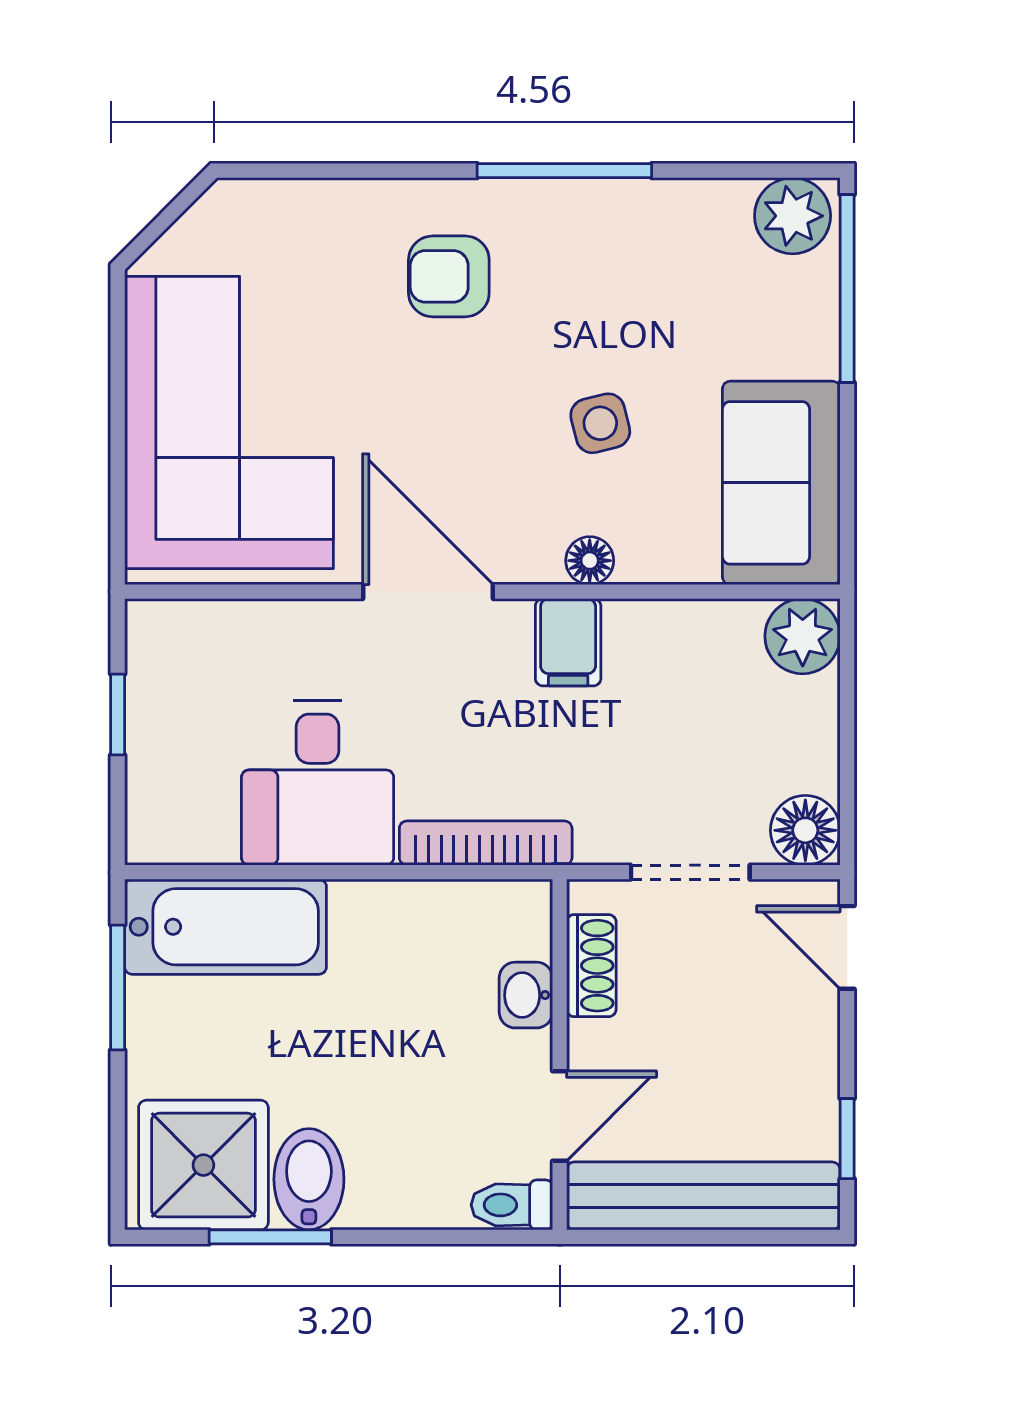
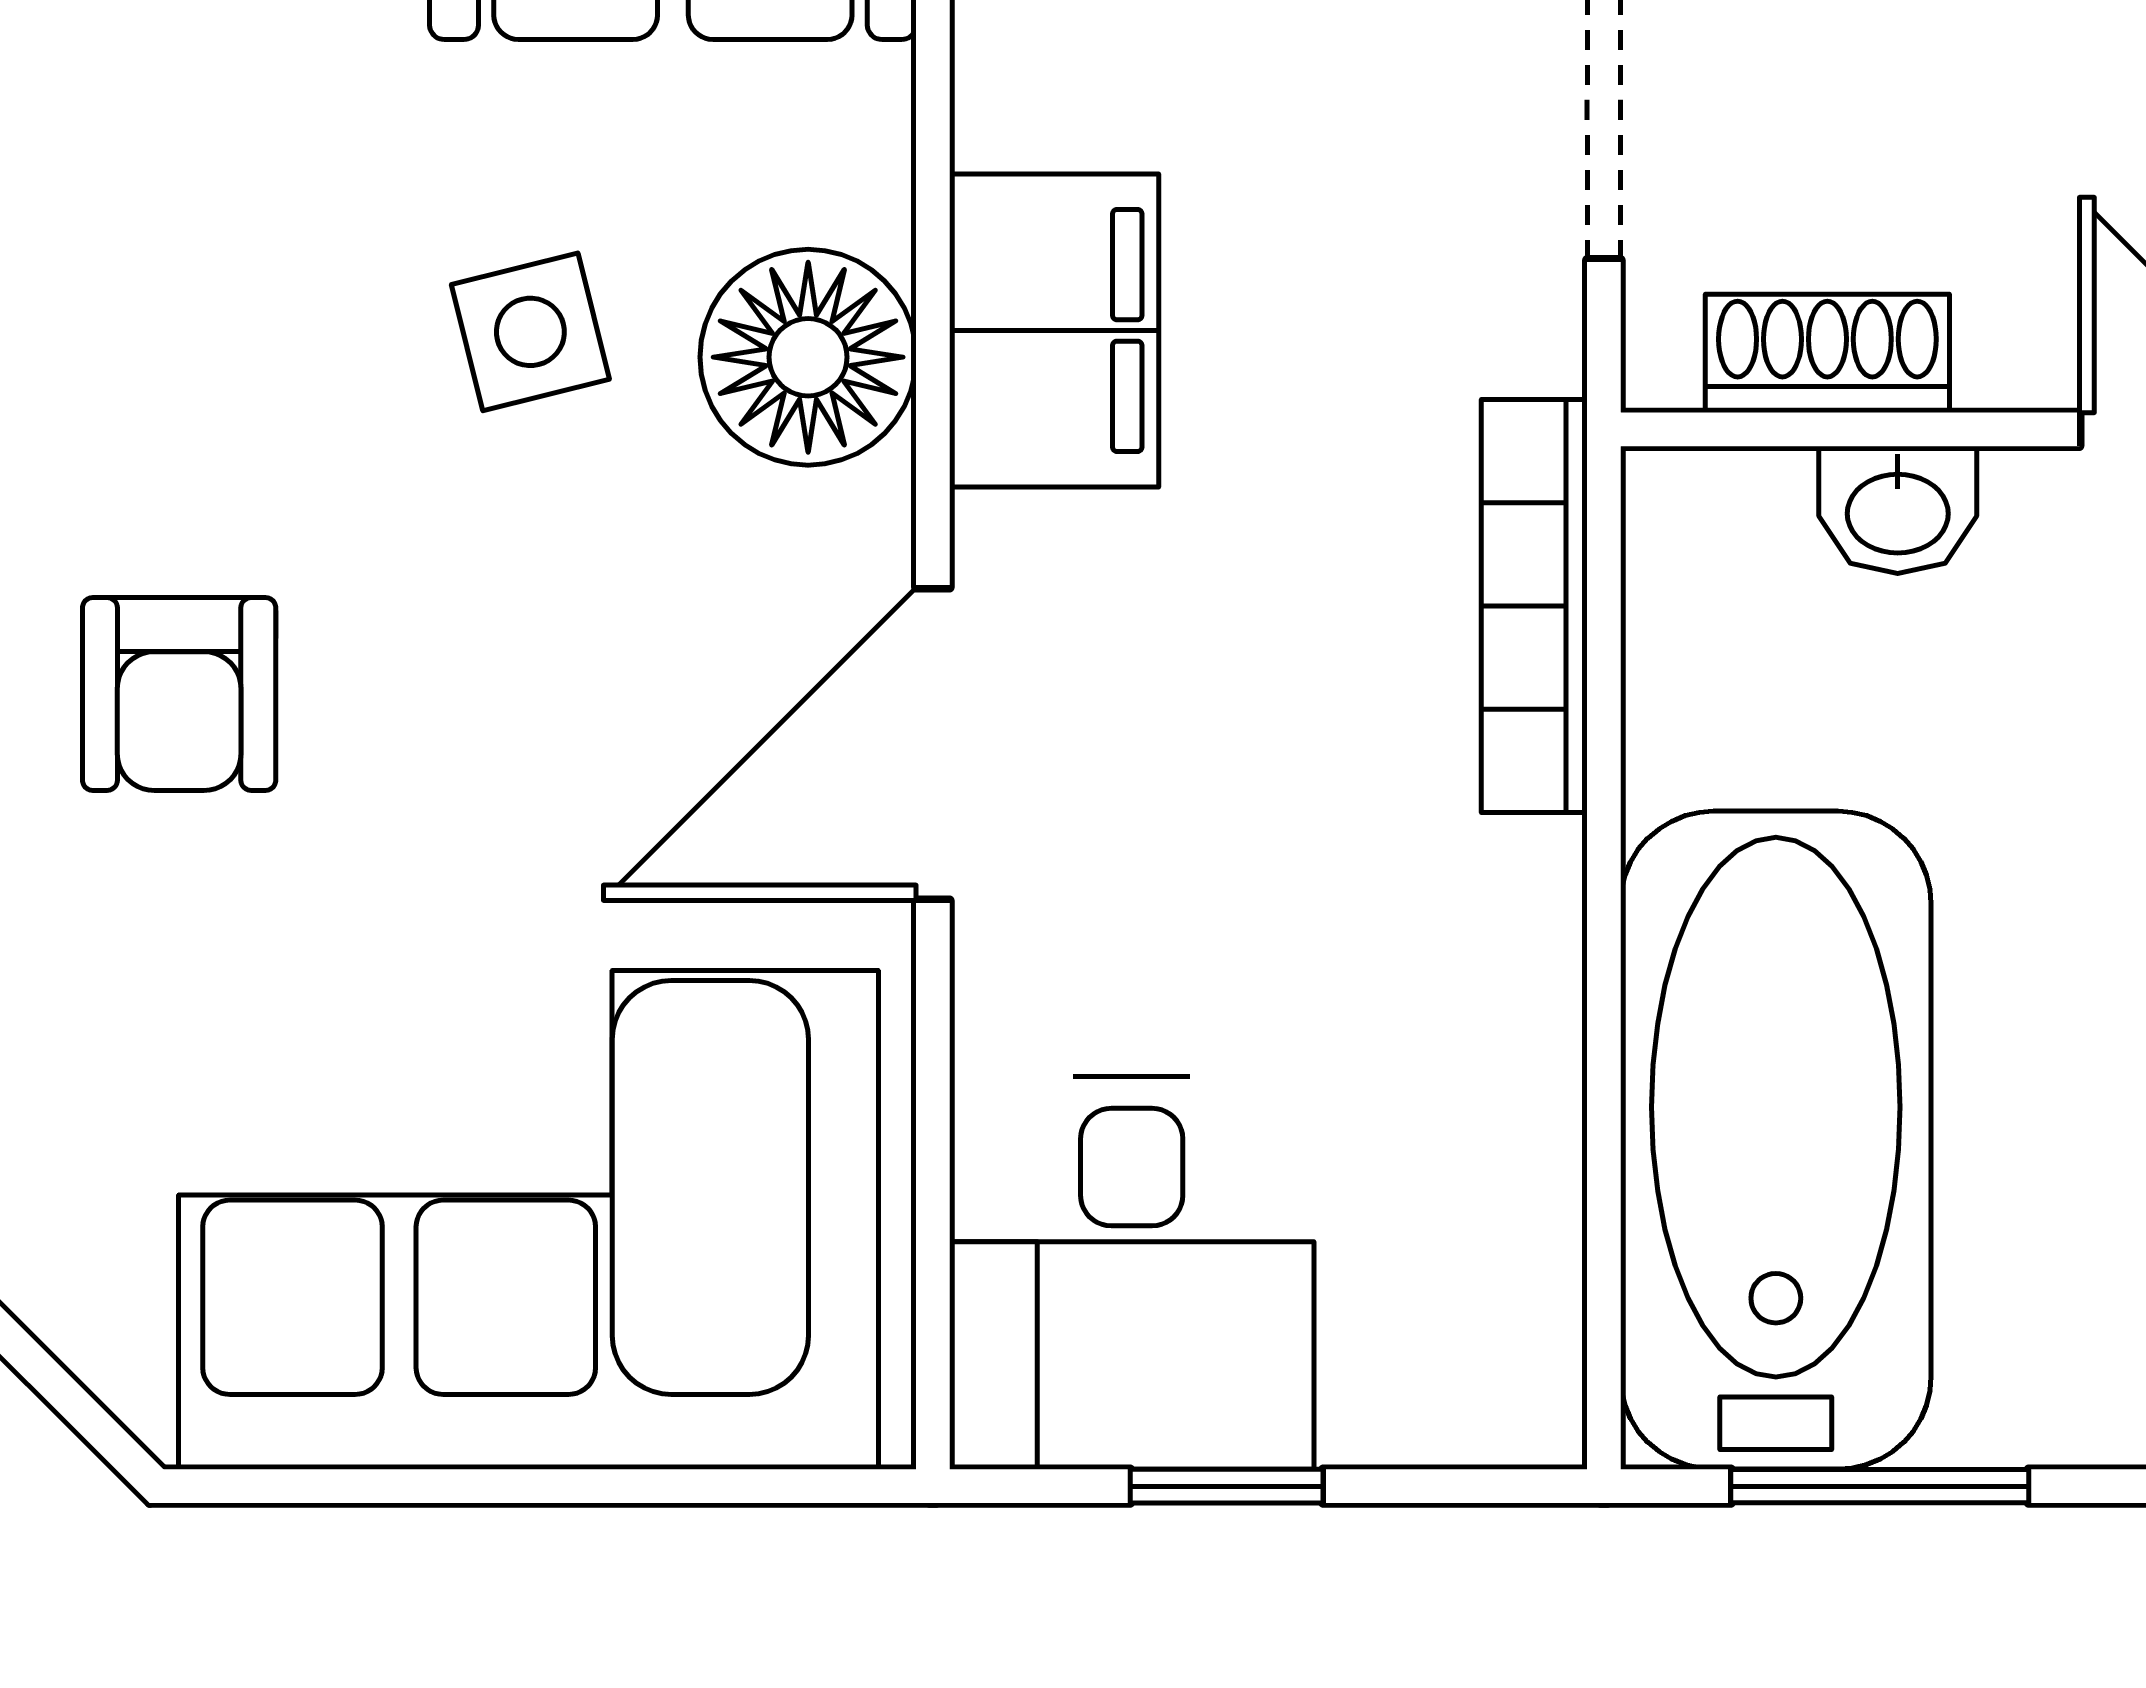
floor lamp: (590, 561) -> (808, 357), width x1.89, depth x1.89
filing cabinet: (568, 642) -> (1054, 330), width x2.00
desk: (318, 783) -> (1132, 1273), moved, turned 90
bathtub: (226, 927) -> (1776, 1140), width x1.36, depth x1.36

